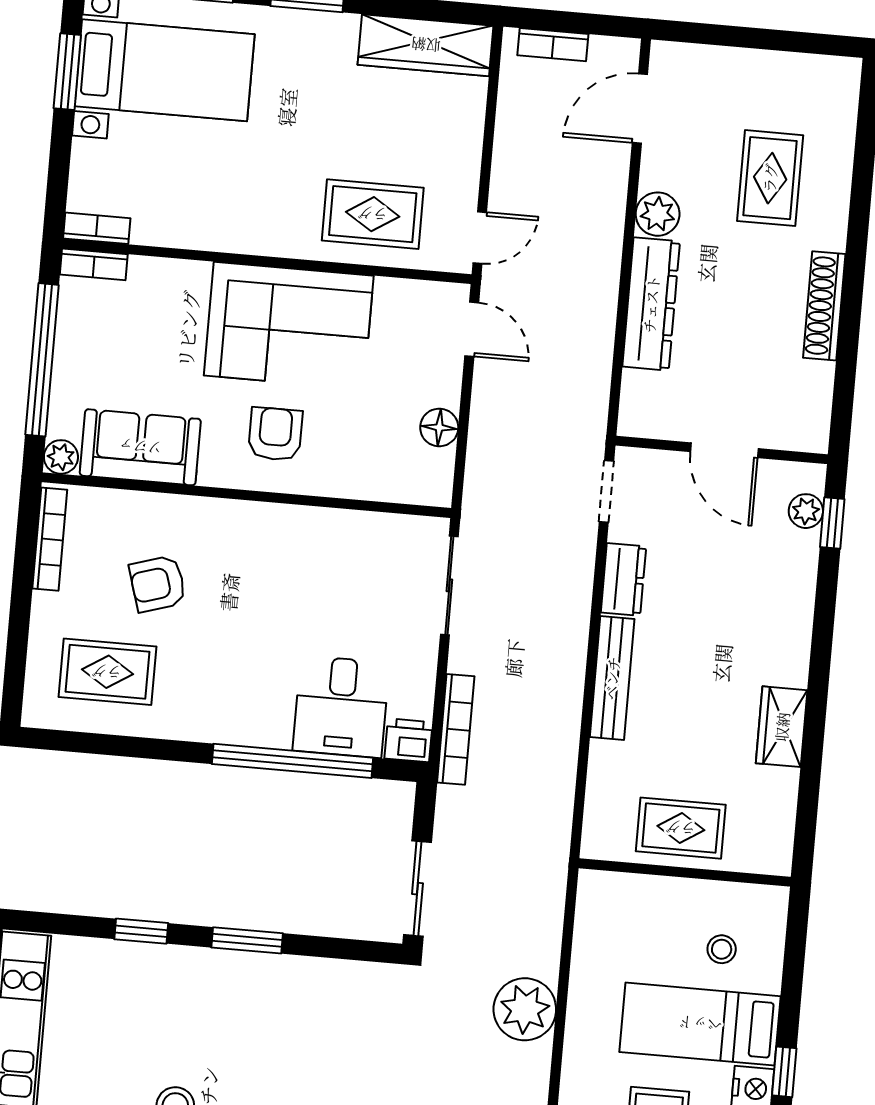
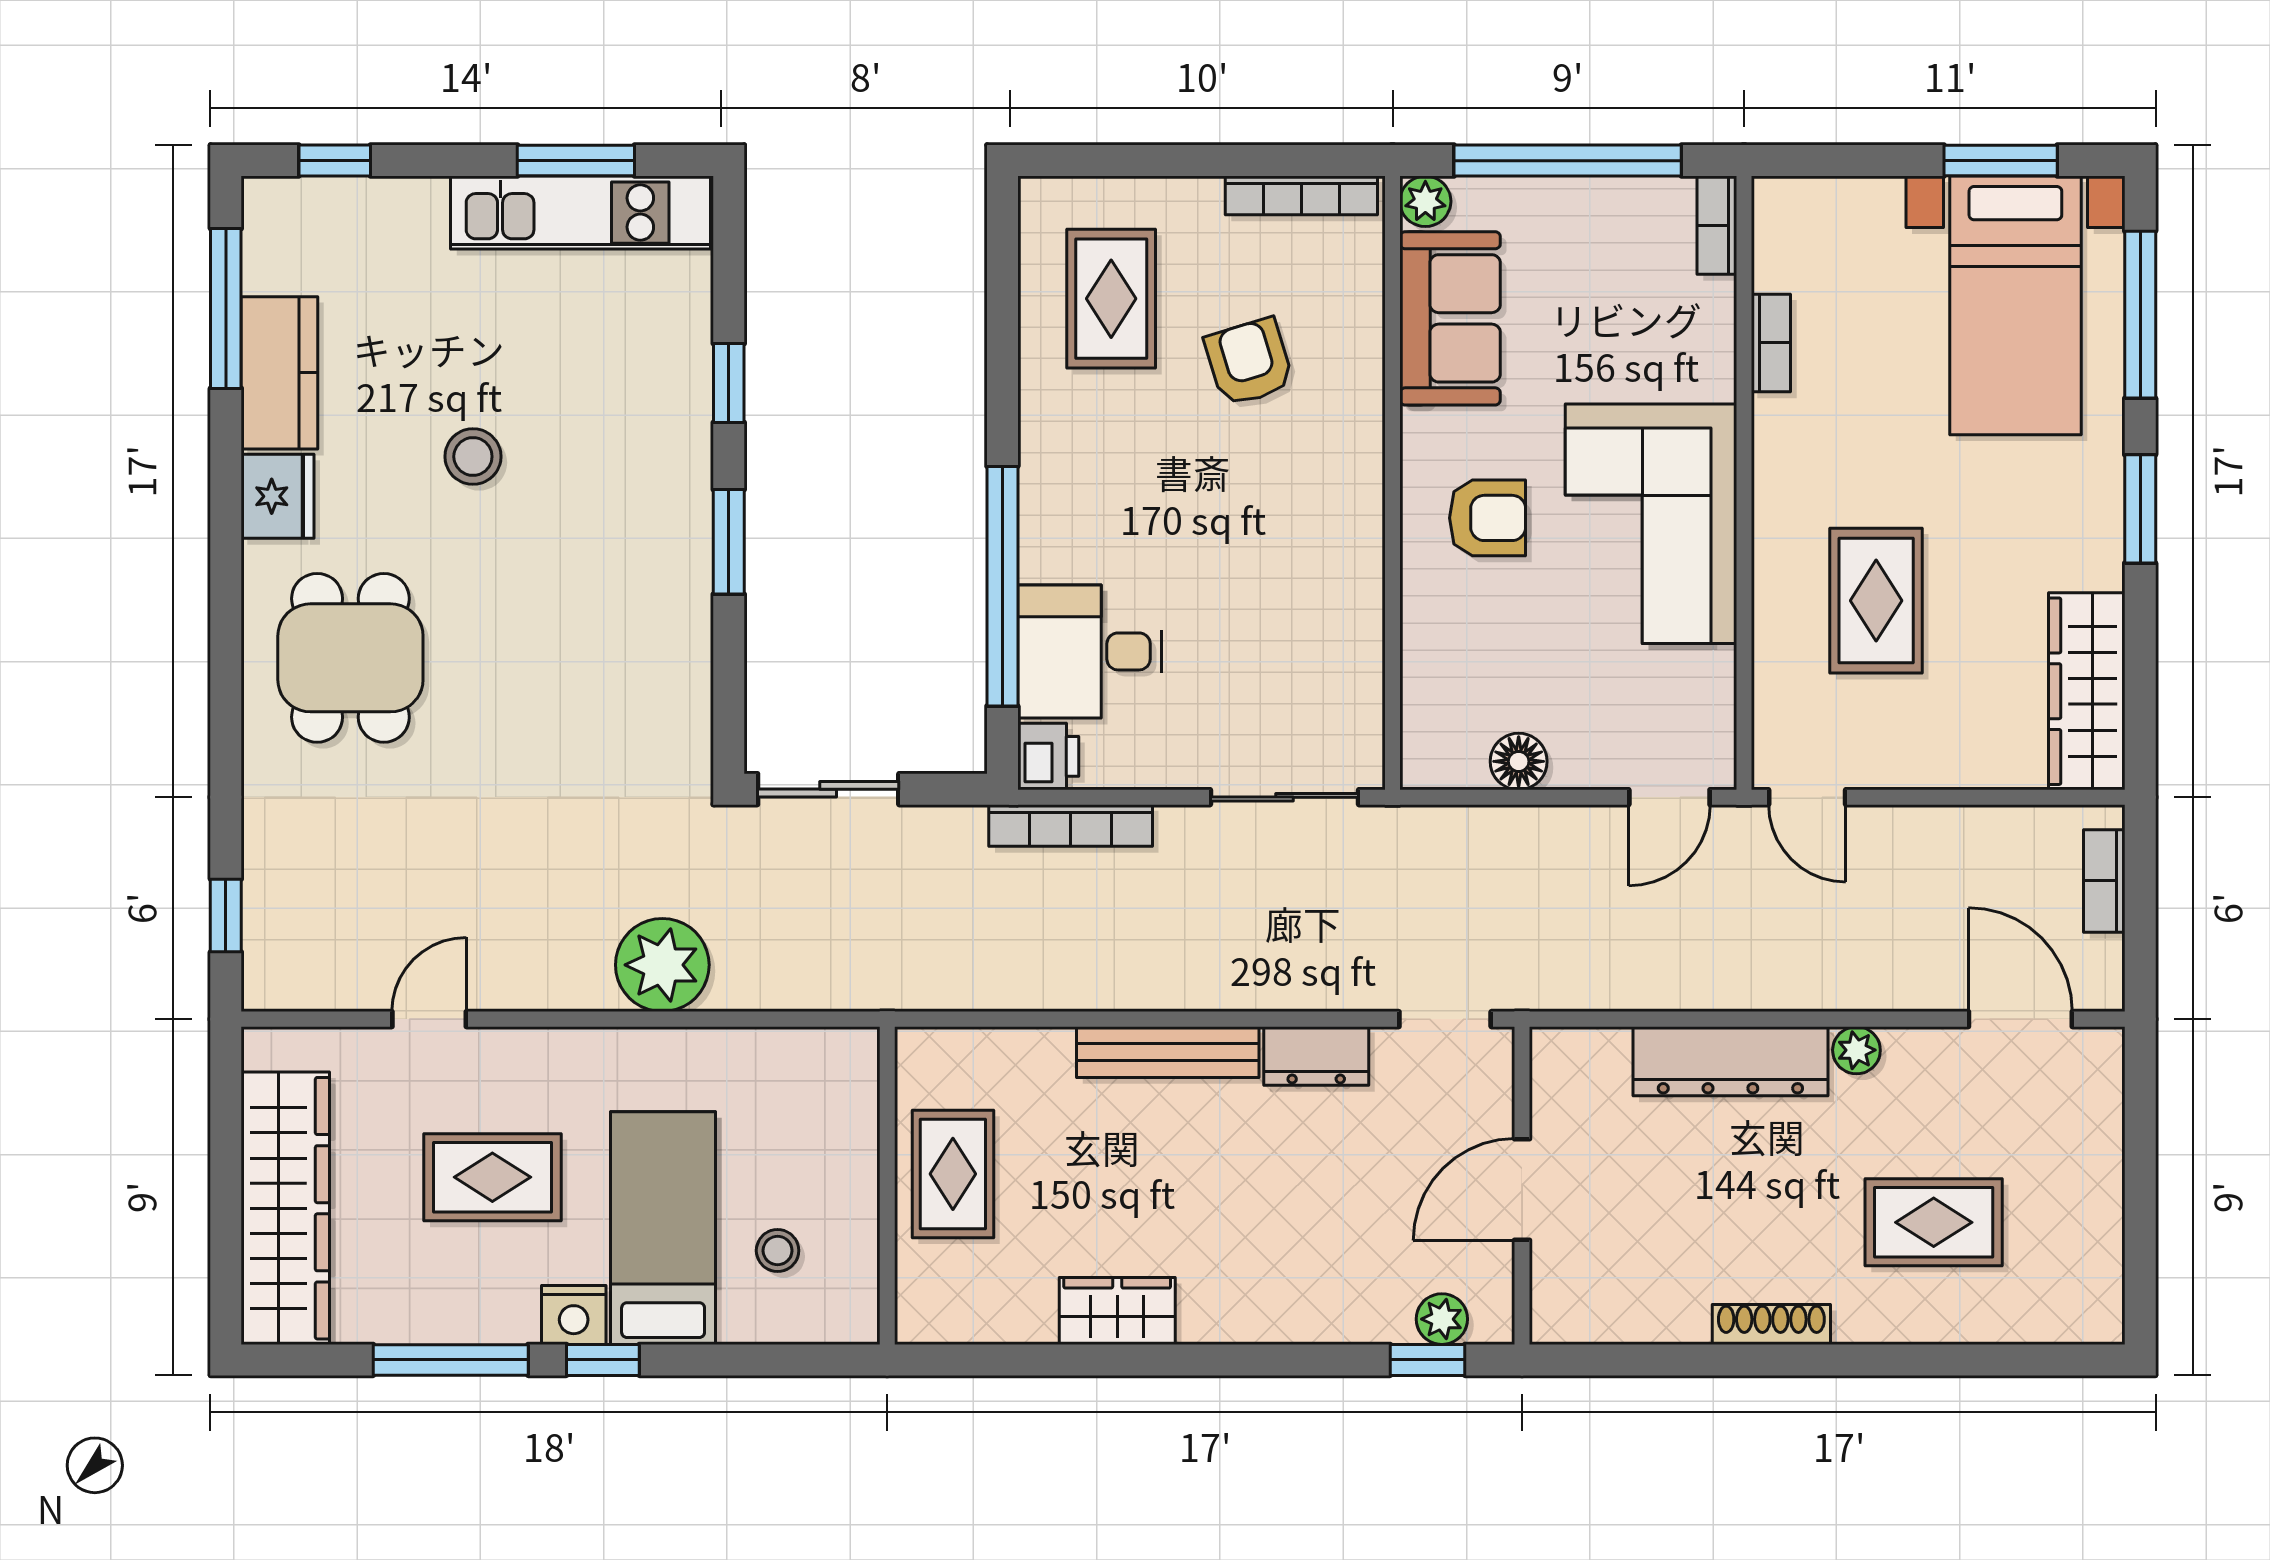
rug: (373, 214) -> (1876, 601), moved
plant: (658, 214) -> (1856, 1050), width x0.73, depth x0.73
bookcase: (97, 228) -> (1771, 343), moved
shoe rack: (824, 306) -> (1771, 1324), width x0.74, depth x0.81

